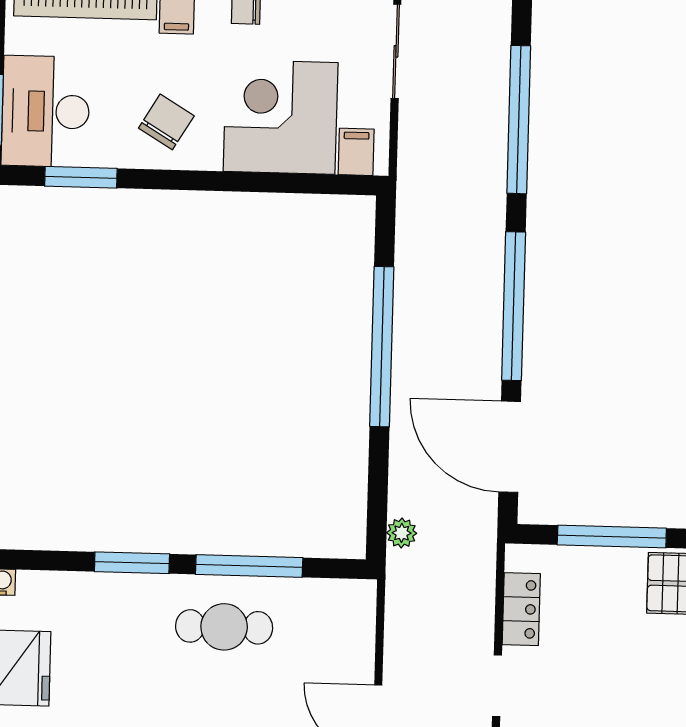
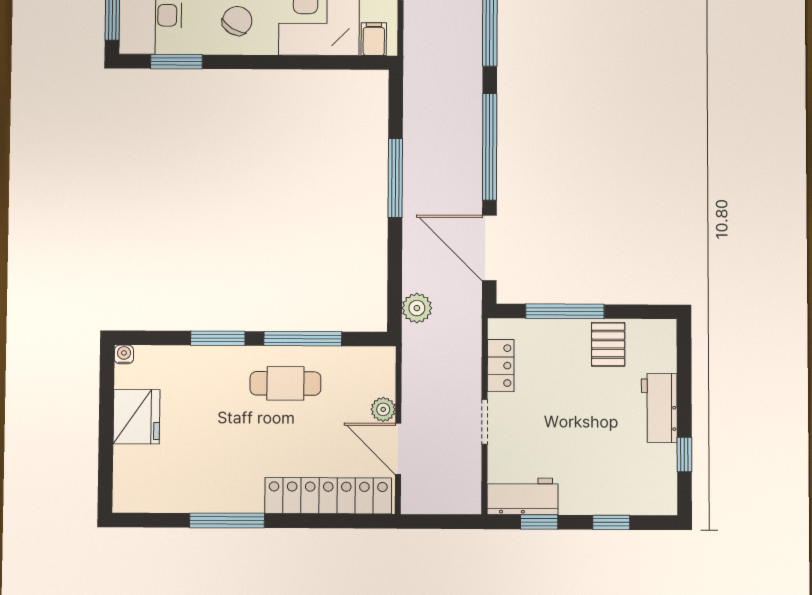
window: (382, 347) -> (395, 178), width x0.68
plant: (402, 533) -> (417, 308), width x1.38, depth x1.38
plant: (358, 666) -> (383, 409), added

